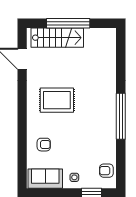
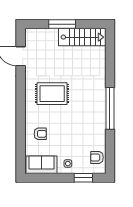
window: (68, 23) -> (62, 24), width x0.68
stairs: (57, 38) -> (82, 37), moved

